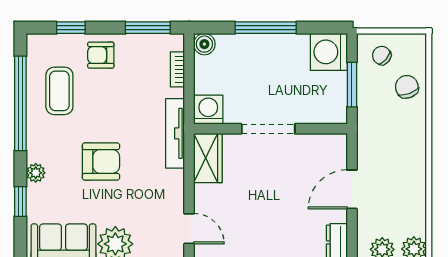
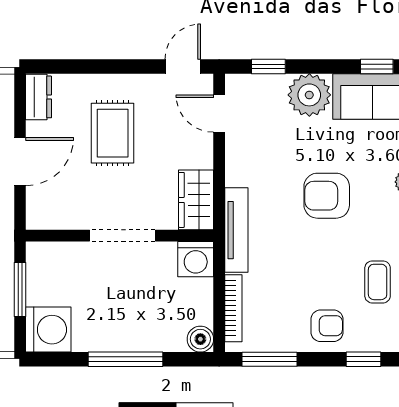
bookcase: (177, 69) -> (233, 308), width x1.56
coffee table: (59, 91) -> (378, 282), width x0.73, depth x0.77
rug: (276, 213) -> (113, 133), added

